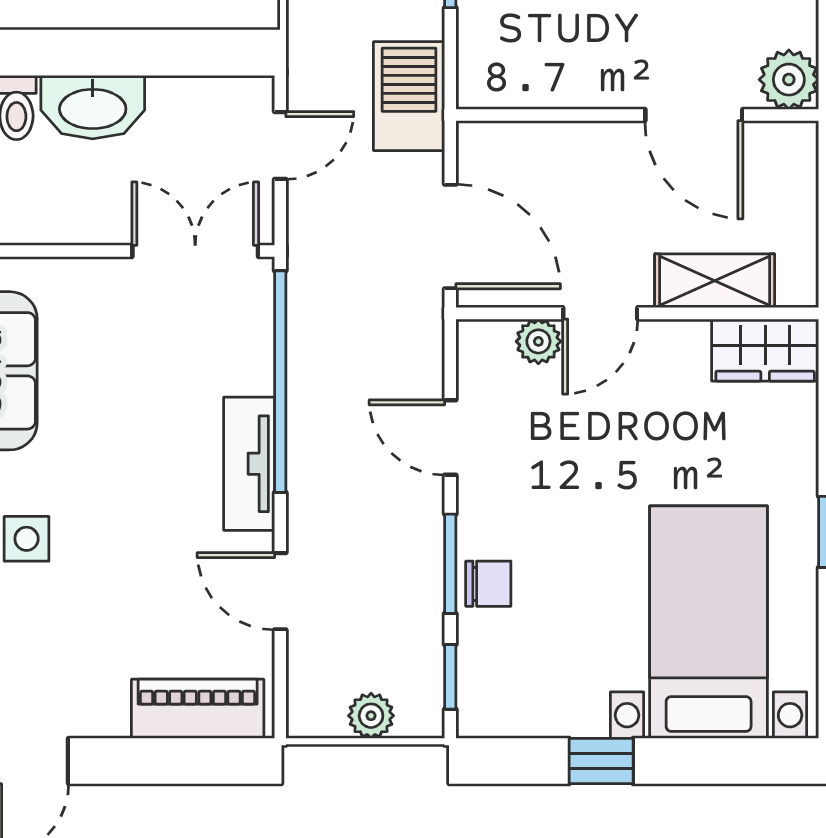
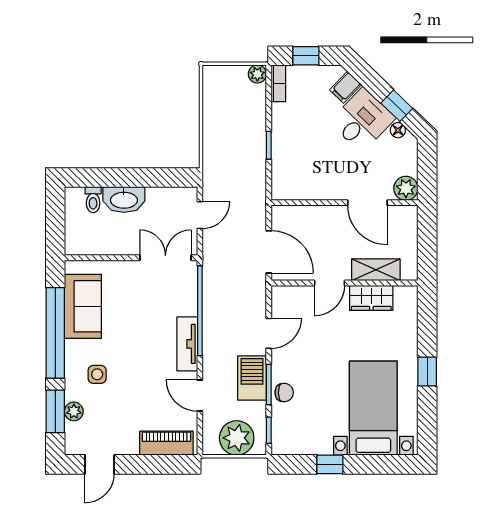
barbecue: (409, 96) -> (252, 378), moved
plant: (538, 341) -> (304, 294), removed
wardrobe: (765, 350) -> (371, 298), moved
door: (450, 437) -> (269, 333), swing flipped
plant: (371, 716) -> (237, 438), width x1.88, depth x1.88

